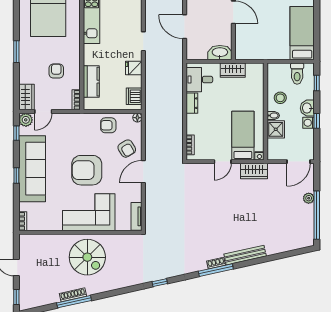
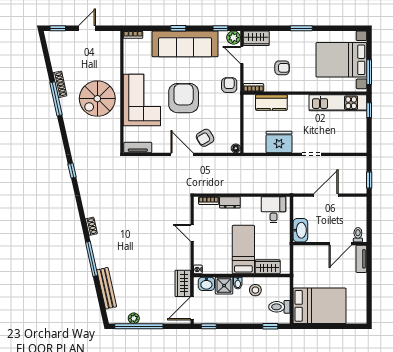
bed: (302, 33) -> (320, 306), width x1.50
fridge: (134, 68) -> (279, 142), width x1.88, depth x1.34
wardrobe: (233, 70) -> (268, 267), moved, turned 90
dishwasher: (134, 96) -> (257, 145), removed
dresser: (192, 103) -> (230, 202), moved
washbasin: (307, 108) -> (206, 284), moved, turned 180
window: (317, 121) -> (209, 326), moved
washing machine: (309, 123) -> (231, 318), removed
armchair: (108, 125) -> (229, 85), moved
bed: (243, 136) -> (243, 250), moved, turned -90
door: (299, 162) -> (192, 308), hinge flipped
wardrobe: (254, 171) -> (183, 283), moved
plant: (309, 198) -> (134, 318), moved
bench: (245, 255) -> (107, 288), moved
window: (216, 270) -> (92, 259), moved
window: (74, 302) -> (56, 99), moved

